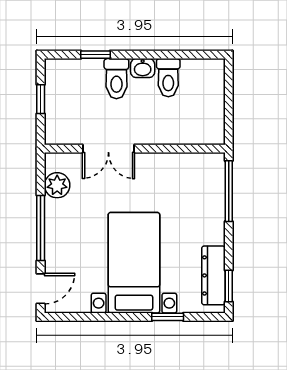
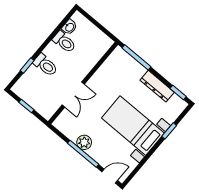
washbasin: (143, 68) -> (69, 27), moved
plant: (57, 185) -> (84, 142), moved
dresser: (213, 275) -> (157, 86), moved
door: (41, 289) -> (110, 176), hinge flipped

